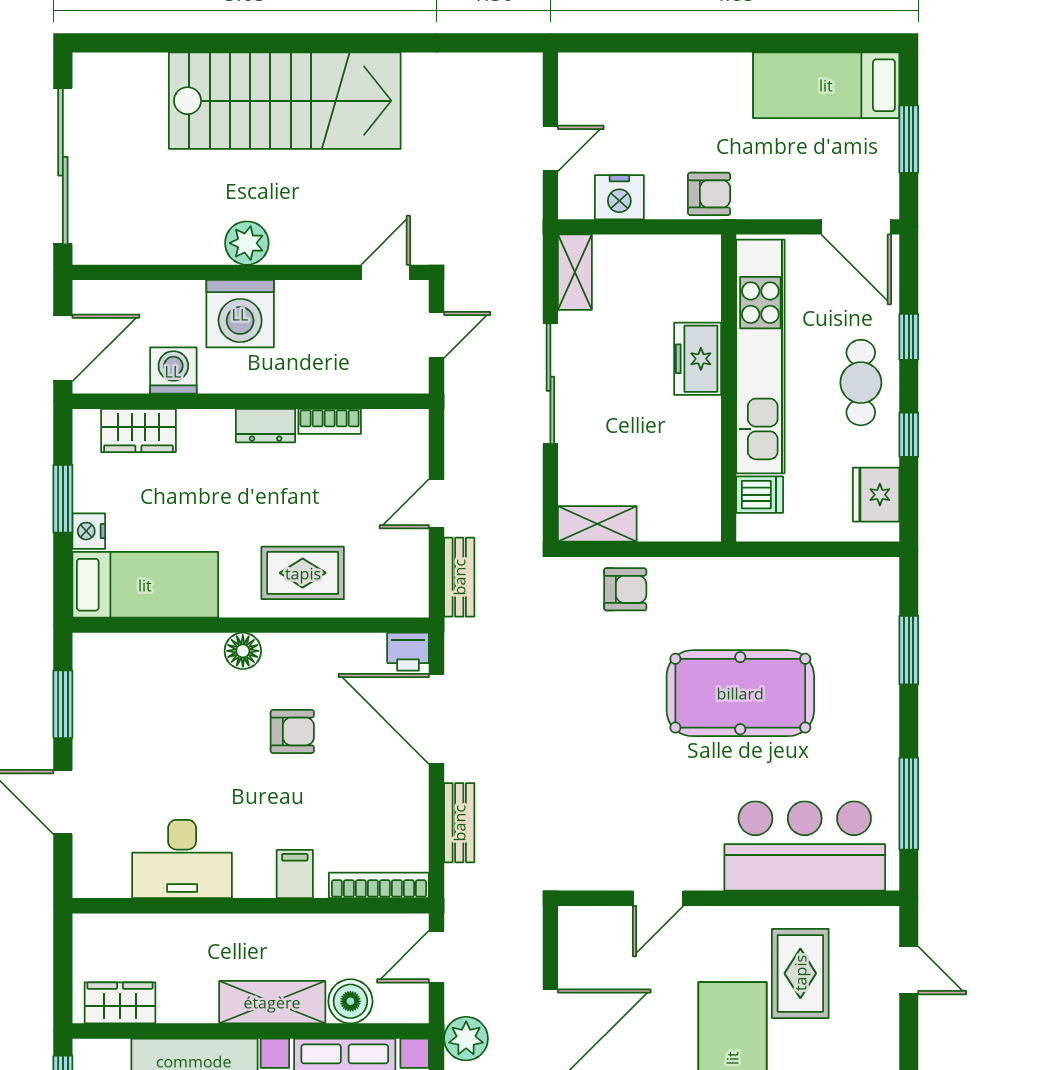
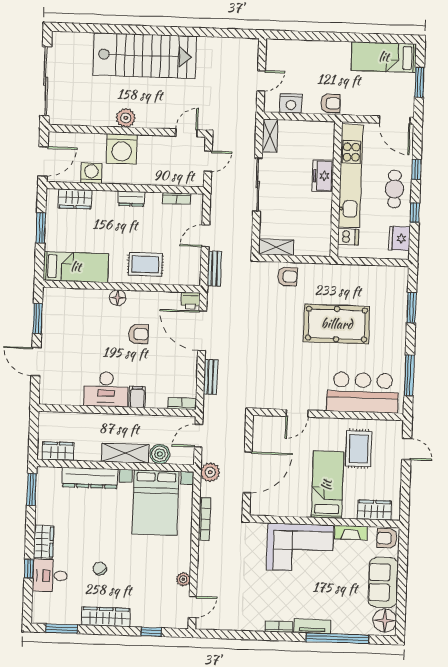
bookcase: (330, 421) -> (177, 198), moved
nightstand: (89, 531) -> (52, 243), removed
desk: (182, 859) -> (106, 389), moved
bookcase: (379, 885) -> (182, 404), width x0.64

